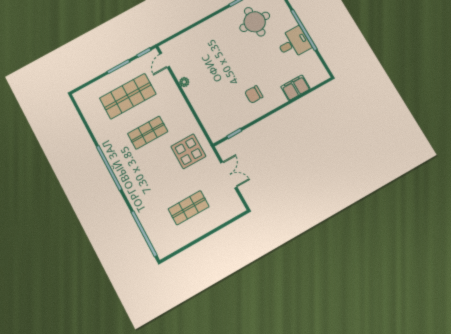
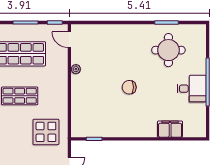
door: (165, 60) -> (69, 40), hinge flipped
chair: (254, 94) -> (129, 87), moved

